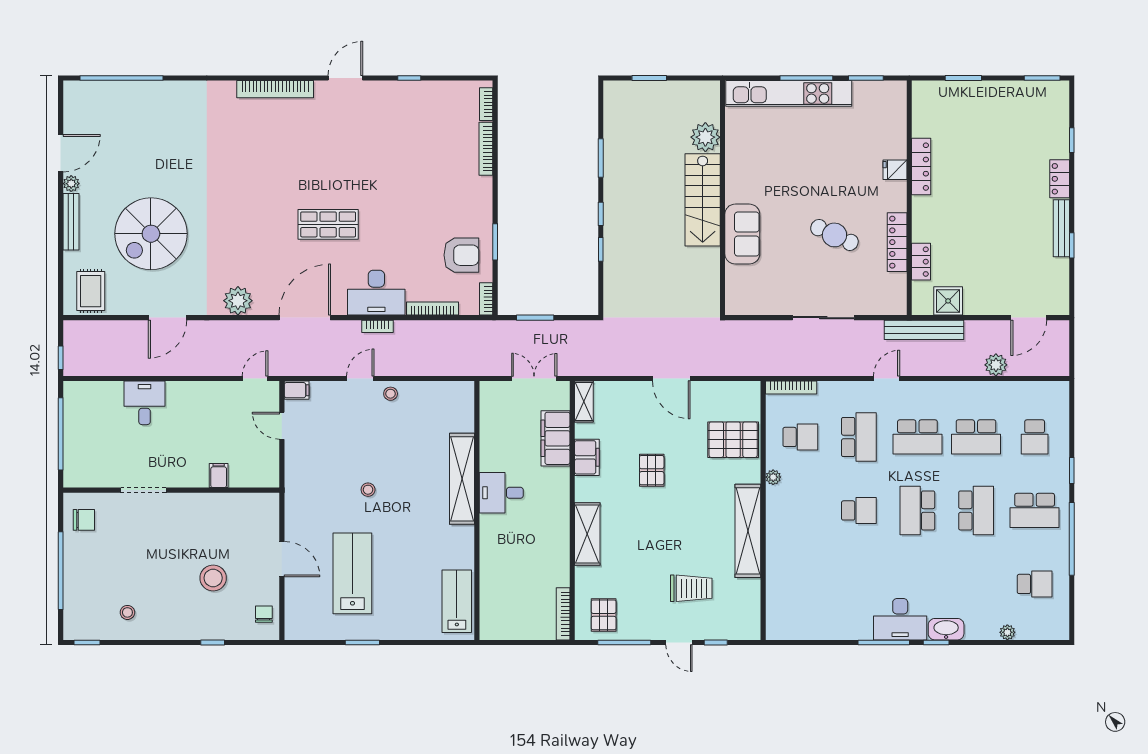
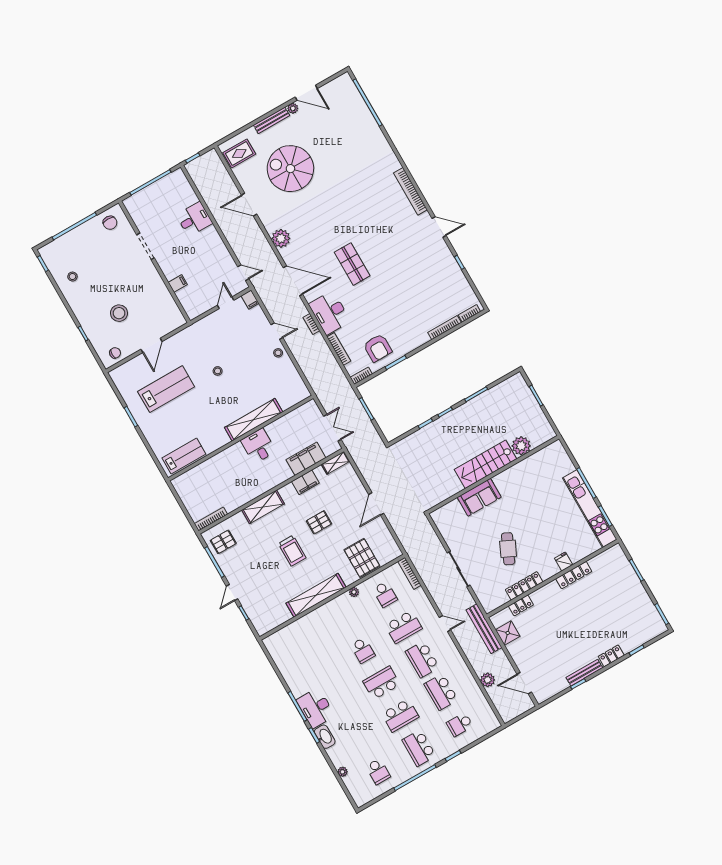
kitchen unit: (789, 93) -> (590, 509), moved
trolley: (691, 588) -> (292, 551), moved

